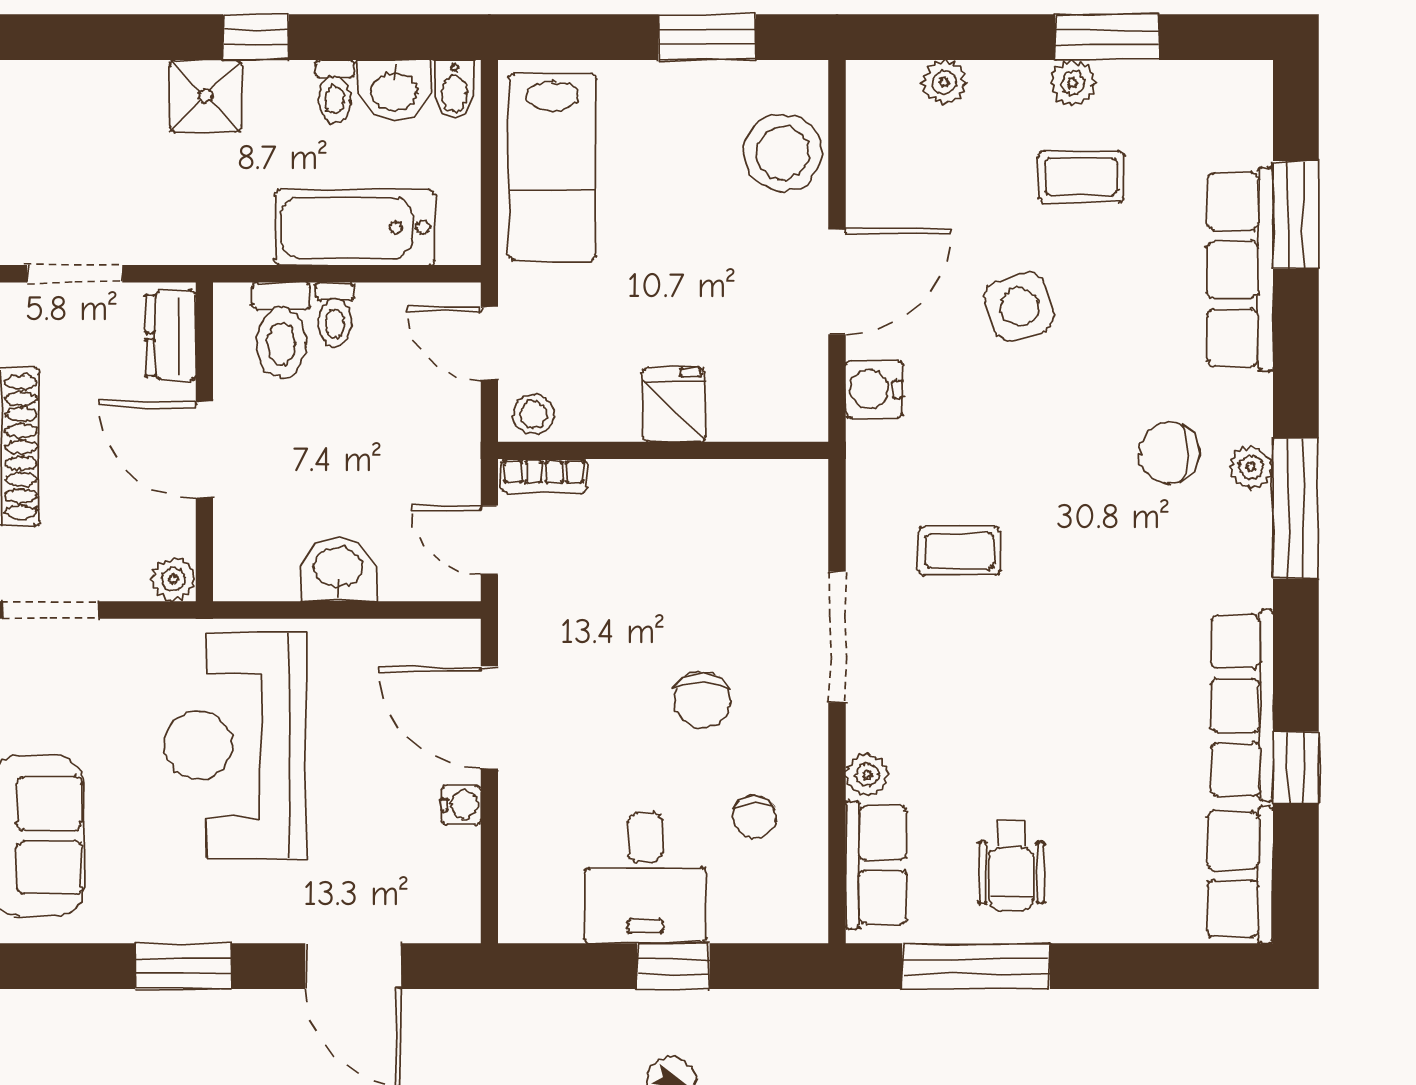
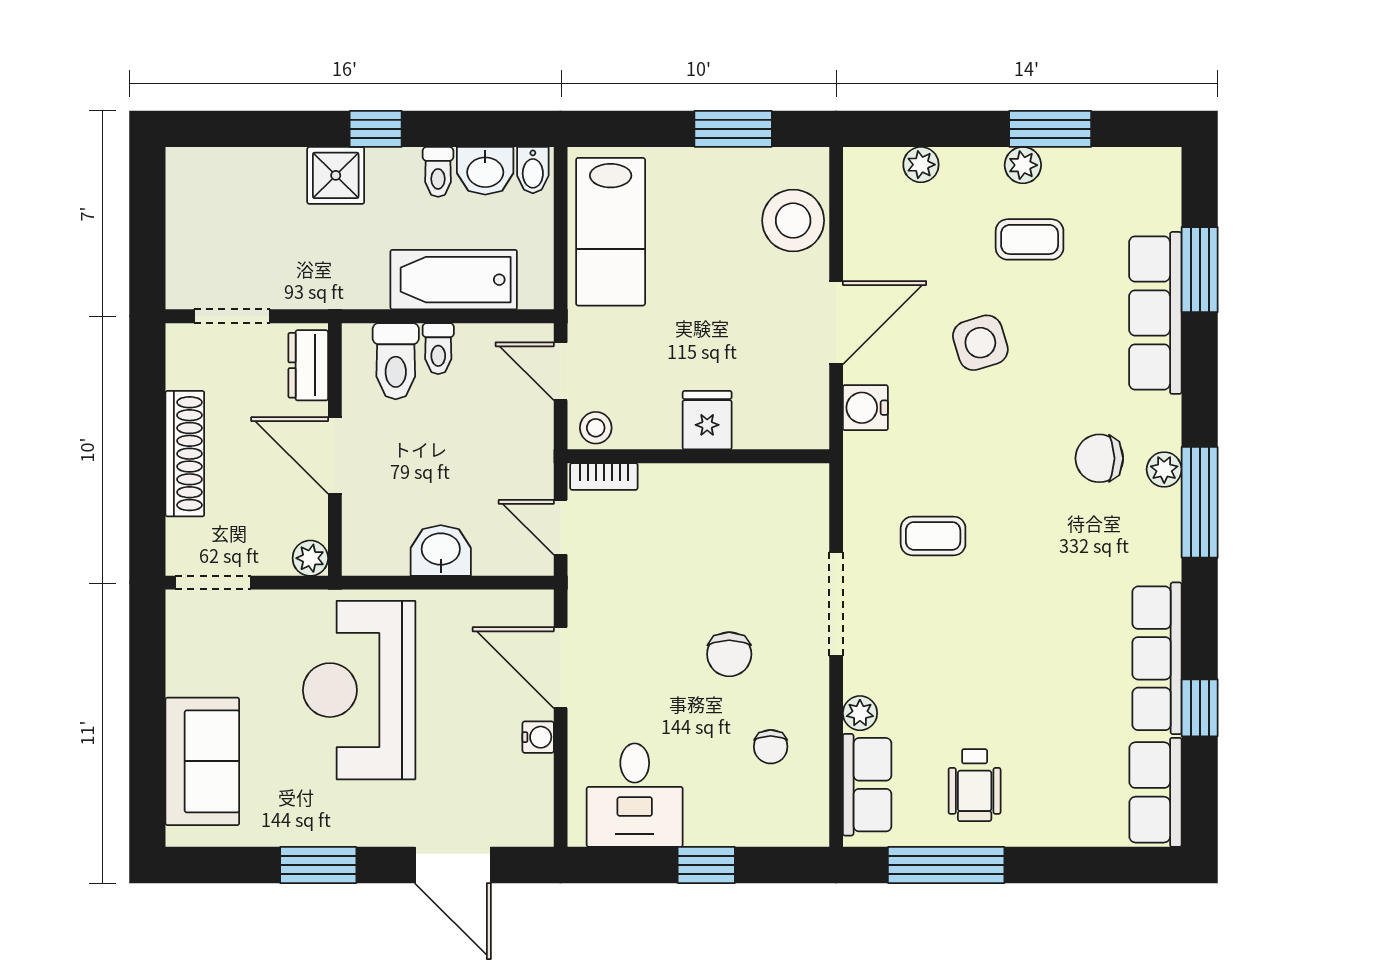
desk: (645, 878) -> (635, 795), moved

